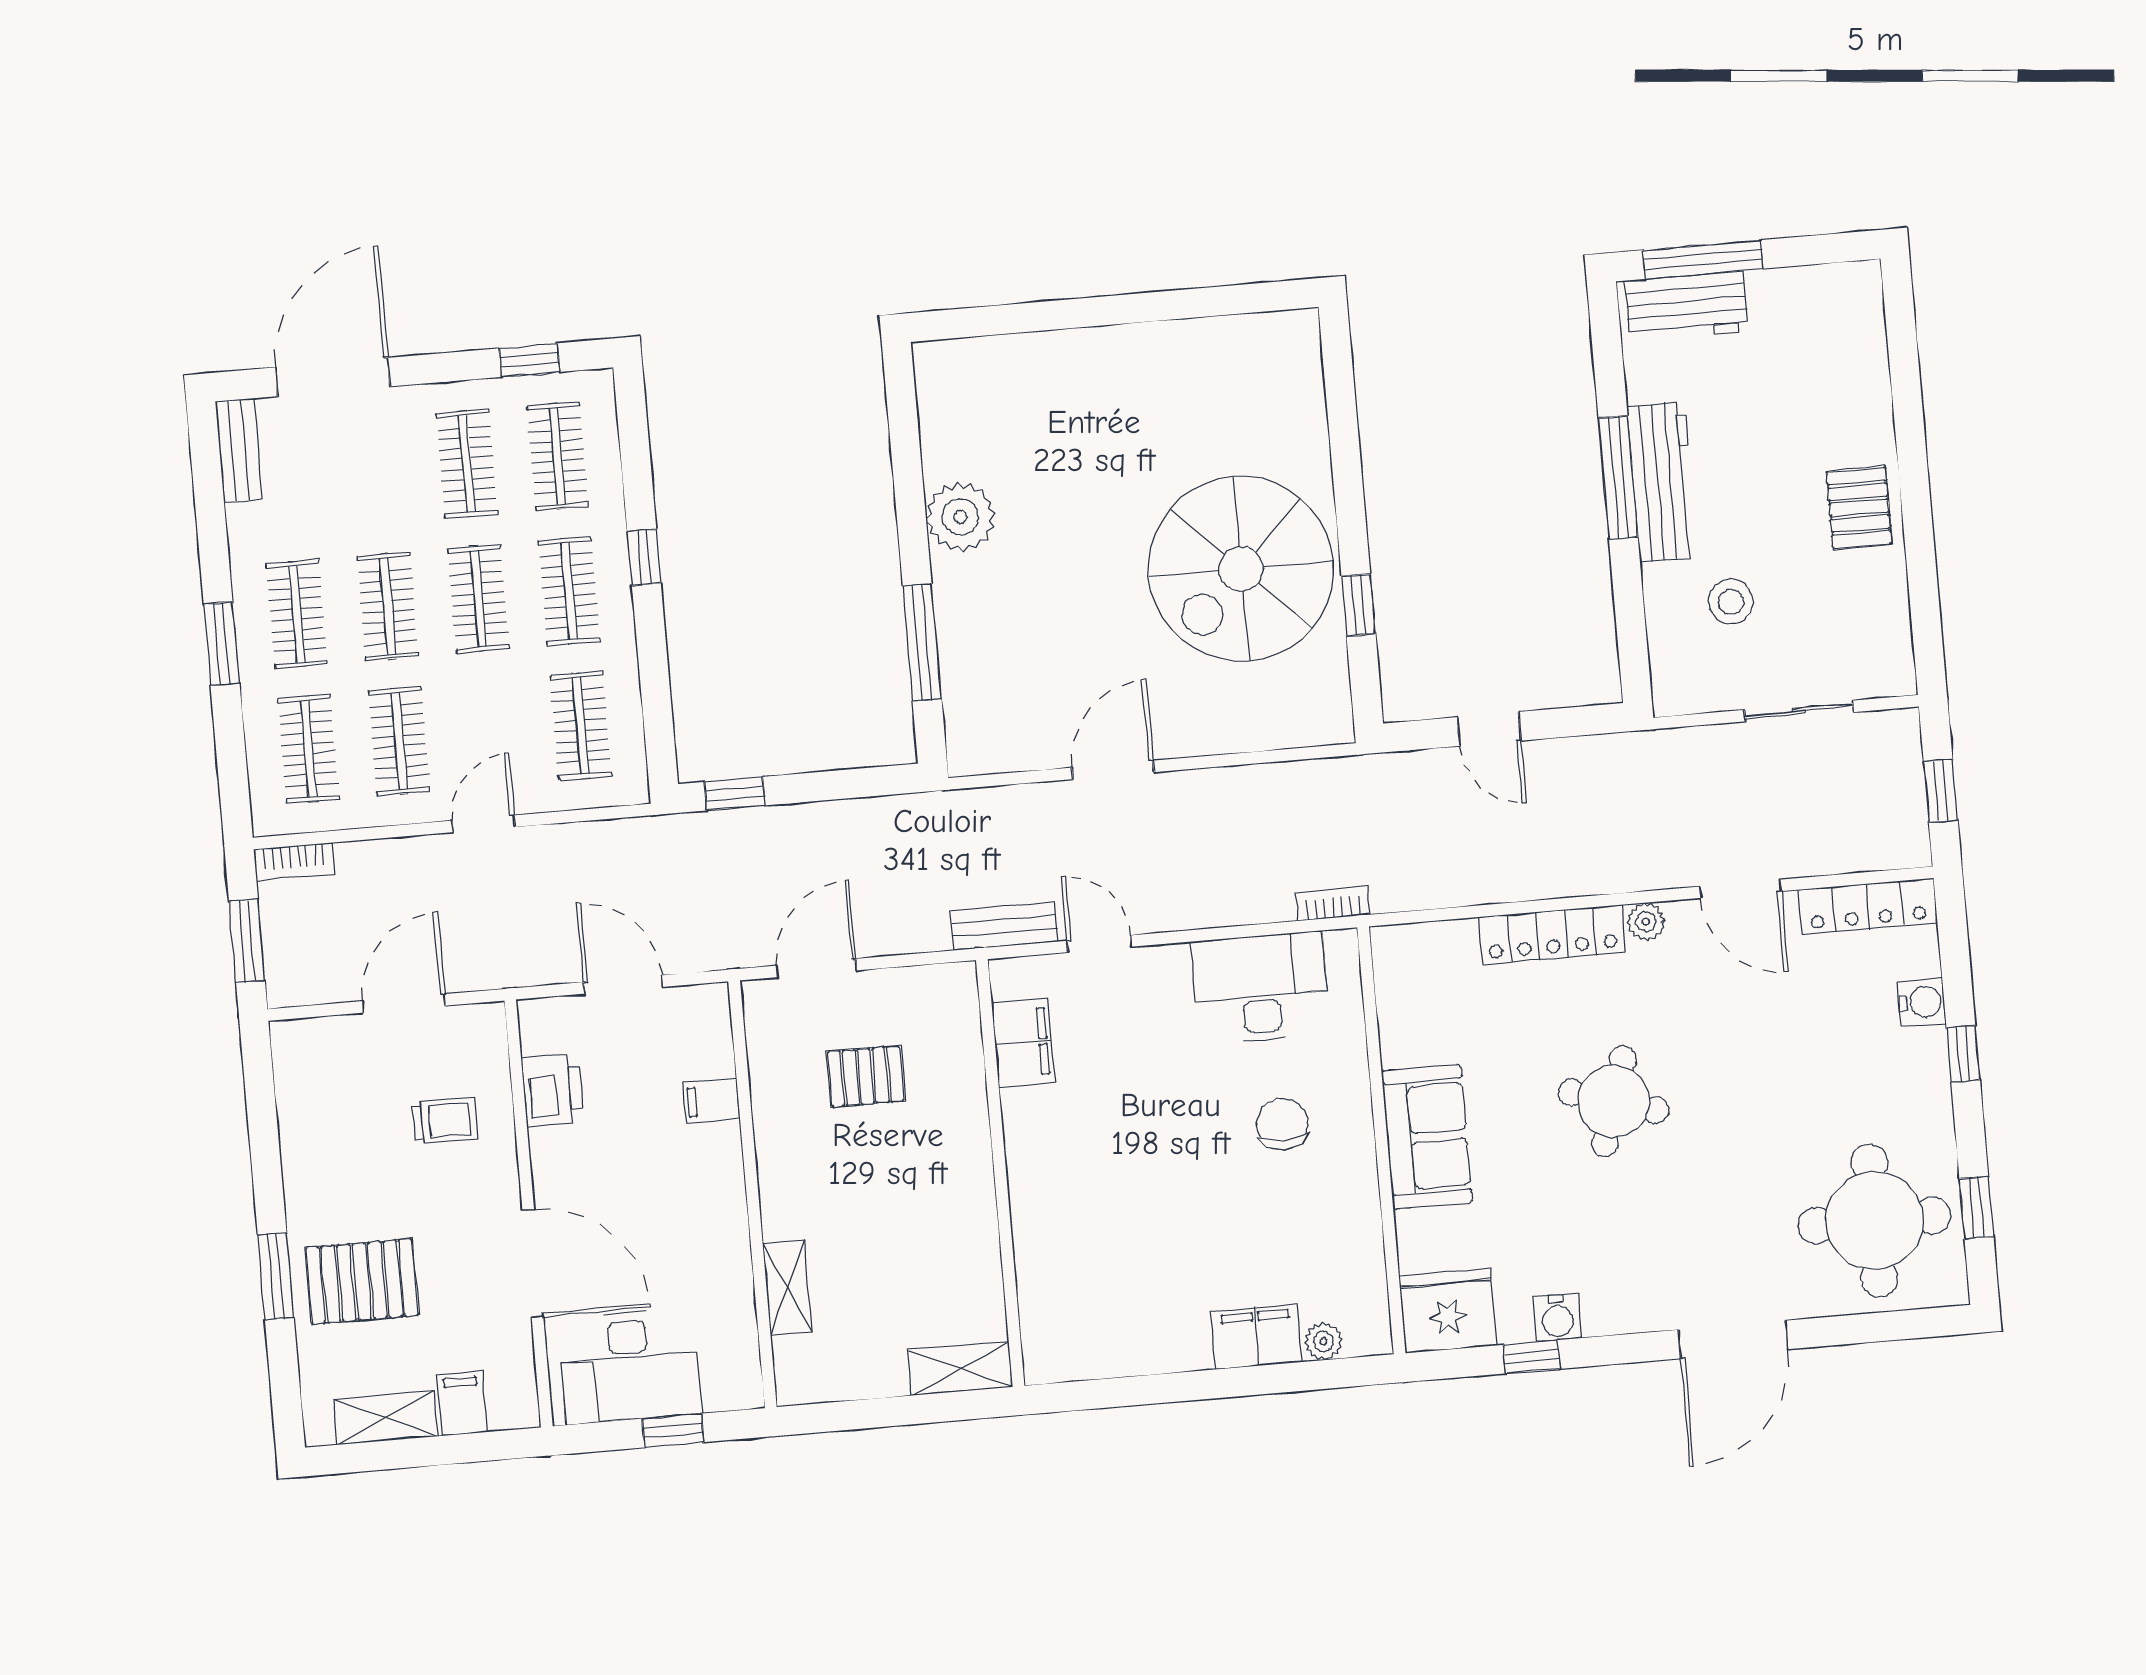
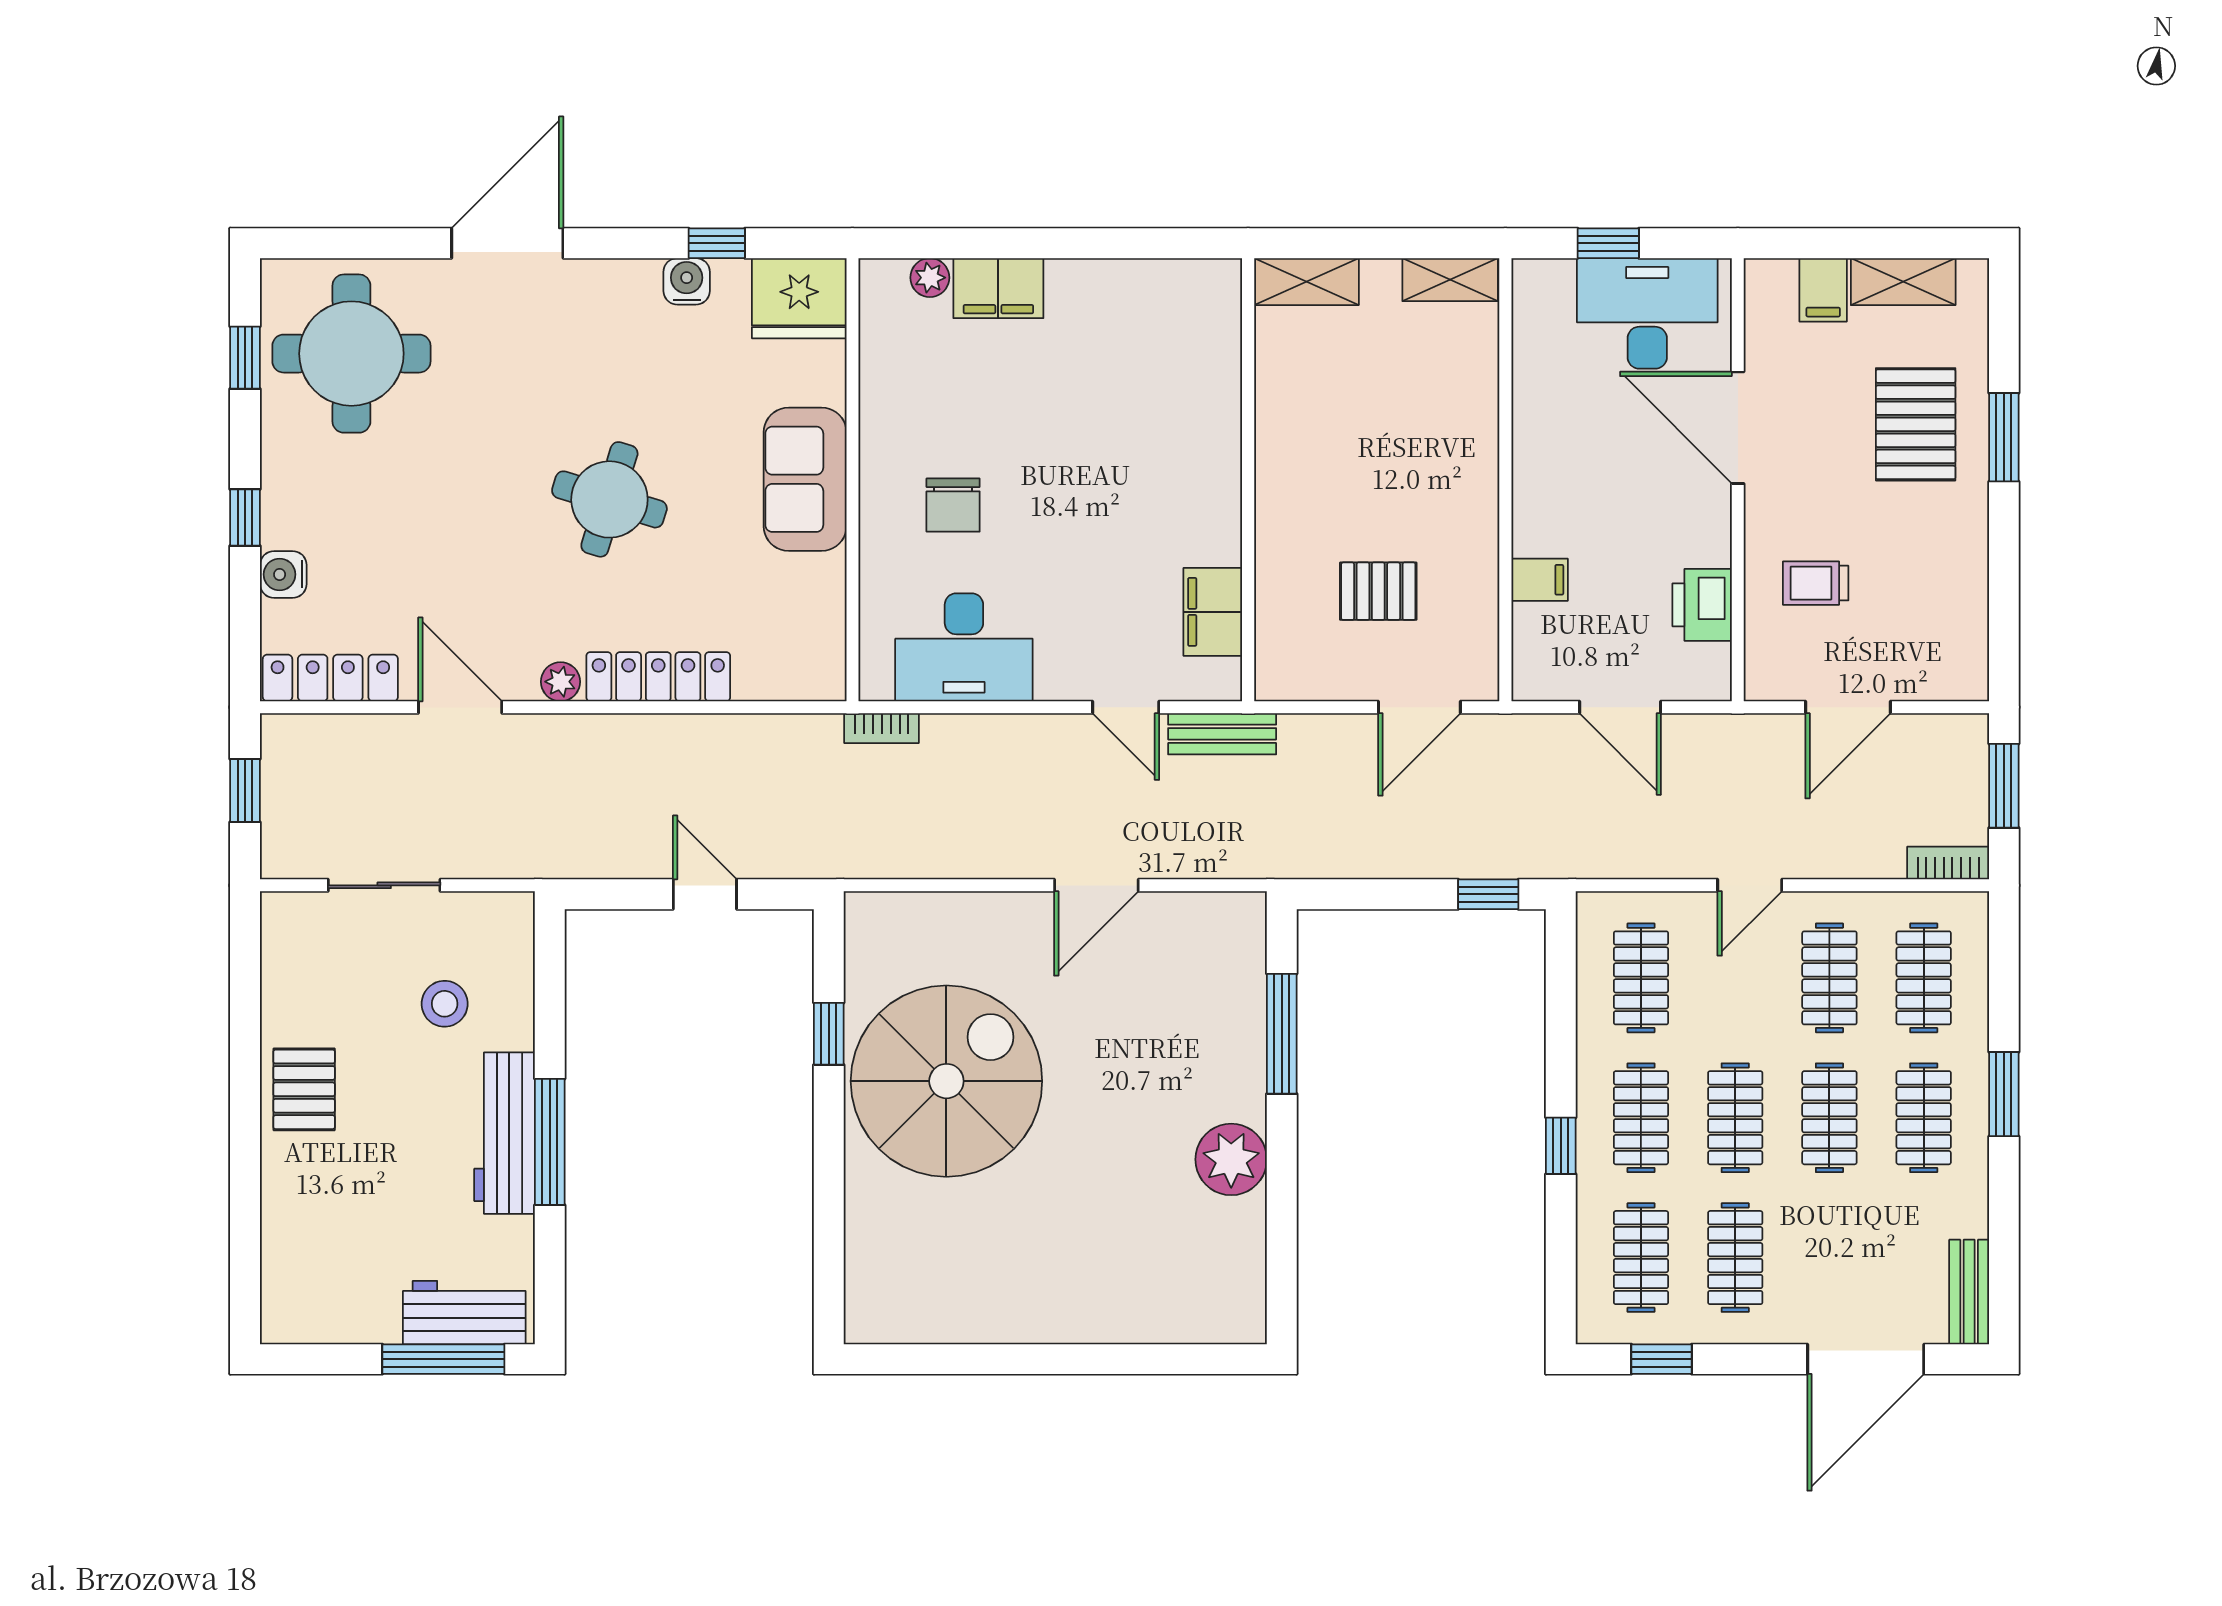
pallet: (362, 1281) -> (1916, 424), turned 90
shelving: (787, 1288) -> (1450, 280), moved, turned 90

